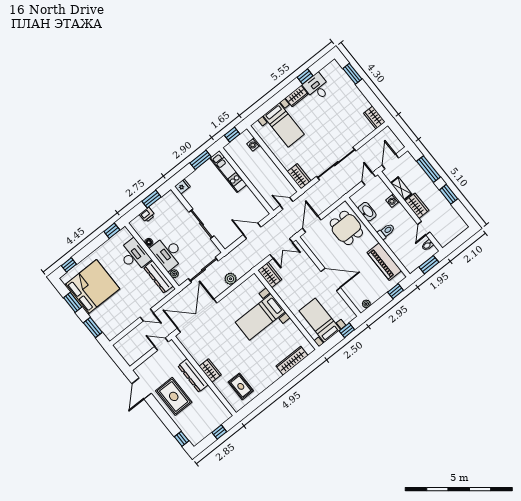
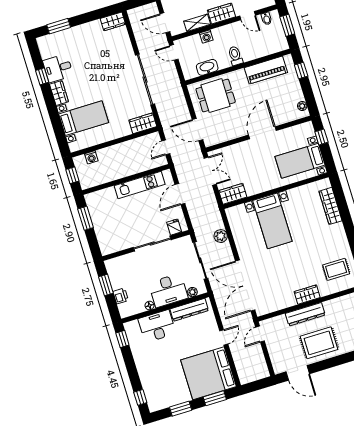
kitchen unit: (228, 171) -> (140, 185), moved
fridge: (182, 186) -> (174, 227), moved
bed: (92, 287) -> (208, 373), moved, turned -90

